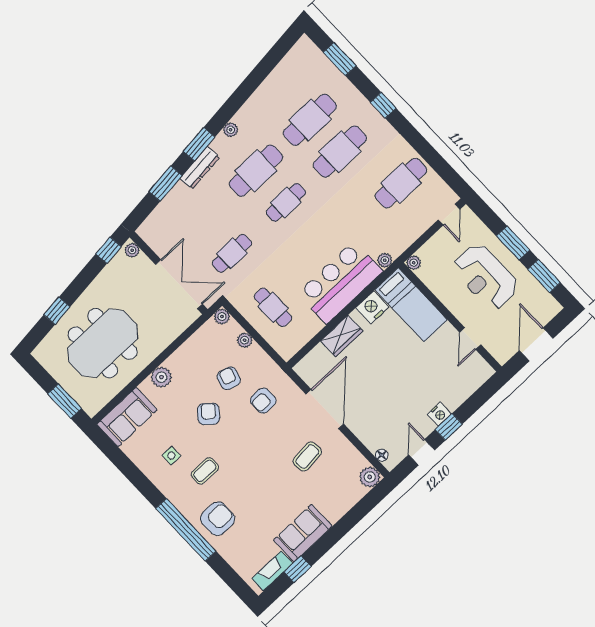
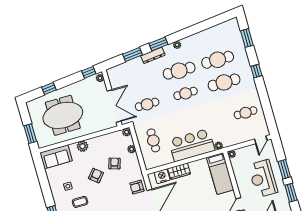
cafe table: (401, 183) -> (246, 113), width x0.73, depth x0.74
nightstand: (372, 307) -> (162, 176), moved
armchair: (263, 401) -> (137, 187), moved

